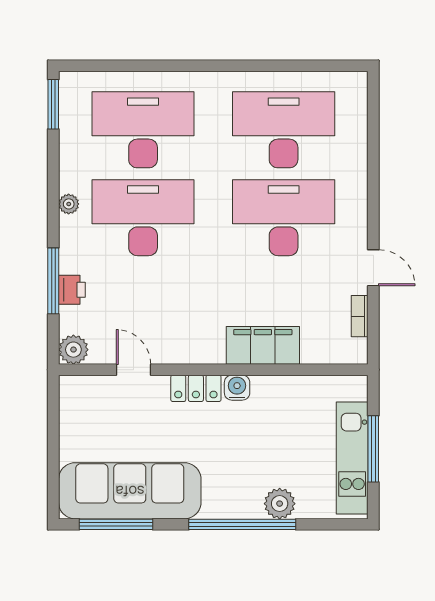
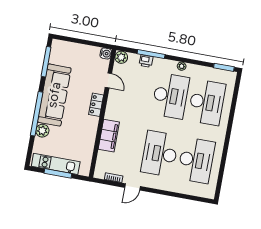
desk: (284, 218) -> (160, 154), turned 180
door: (133, 370) -> (108, 80), hinge flipped
water cooler: (237, 388) -> (106, 53), moved
sofa: (130, 491) -> (54, 95), moved

